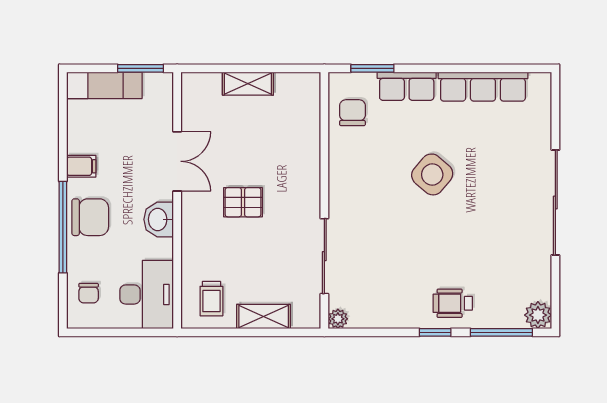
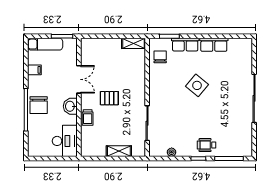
shelving: (248, 84) -> (133, 43), moved
row of seats: (483, 87) -> (214, 45), width x0.68
filing cabinet: (81, 166) -> (34, 70), moved
chair: (90, 217) -> (39, 105), turned 90
chair: (89, 293) -> (38, 140), removed
trolley: (211, 299) -> (88, 117), moved
plant: (538, 315) -> (246, 150), removed
plant: (338, 319) -> (172, 152), moved

